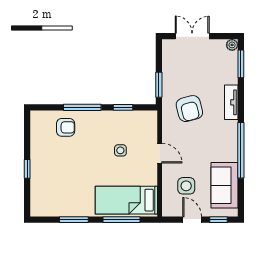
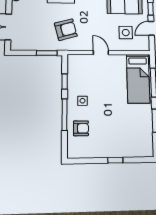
armchair: (66, 127) -> (81, 128), turned 90
side table: (120, 150) -> (82, 101), moved
door: (160, 153) -> (101, 53), hinge flipped

